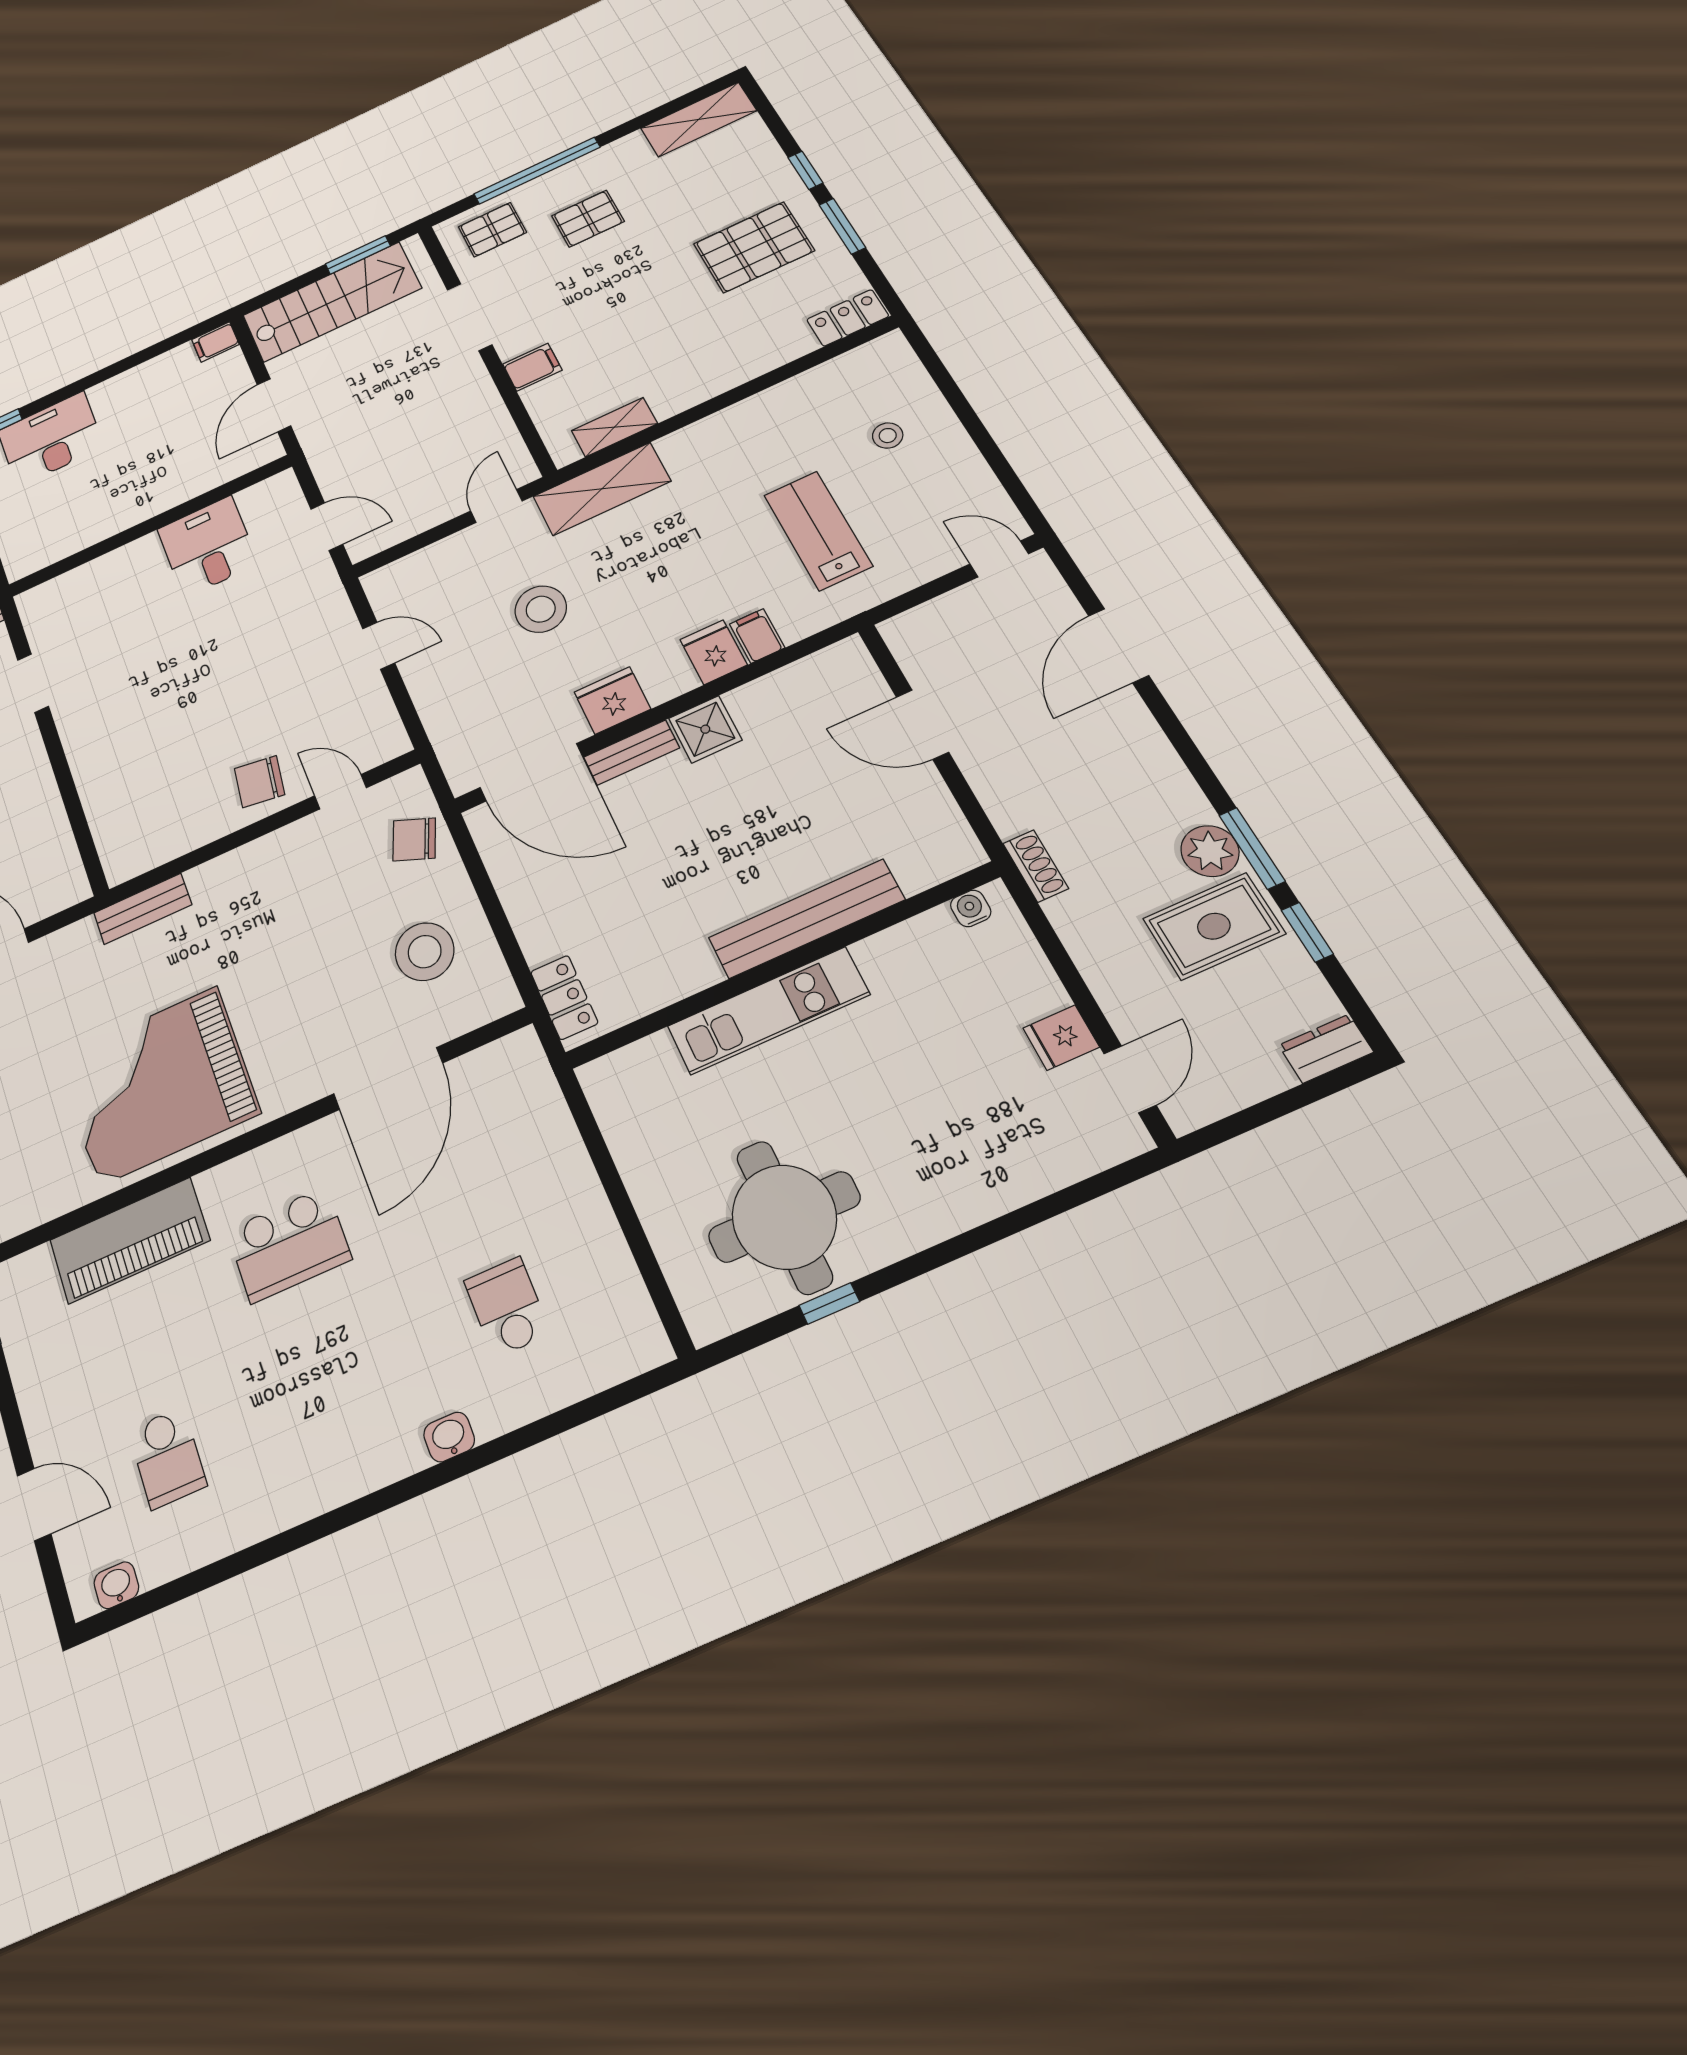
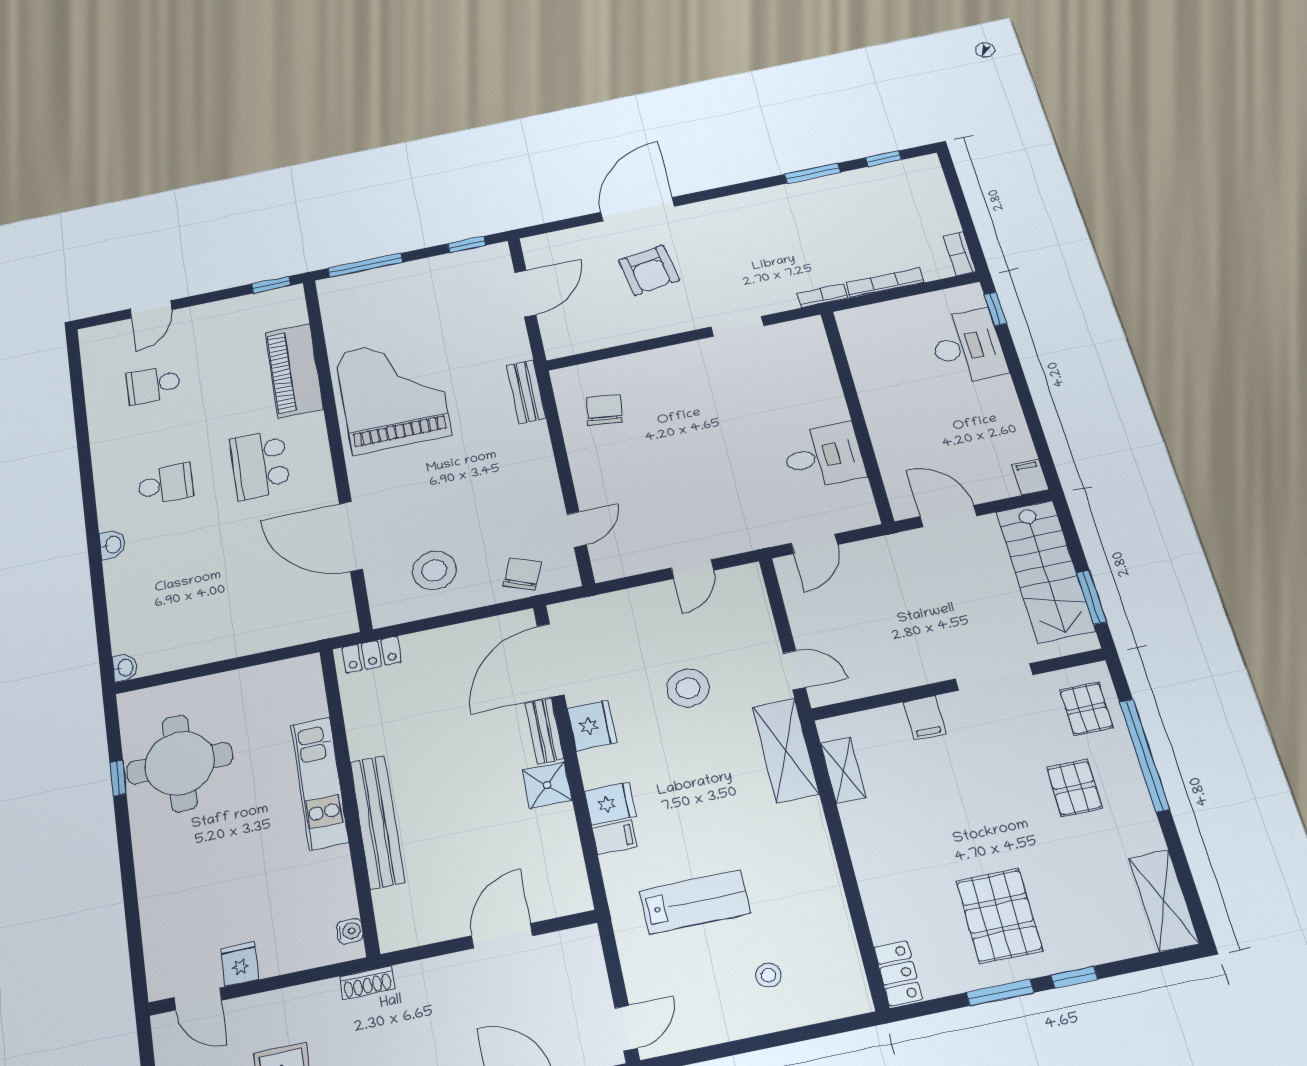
chair: (260, 782) -> (604, 410), moved
school desk: (507, 1307) -> (166, 484), moved
washbasin: (116, 1585) -> (125, 668), moved

